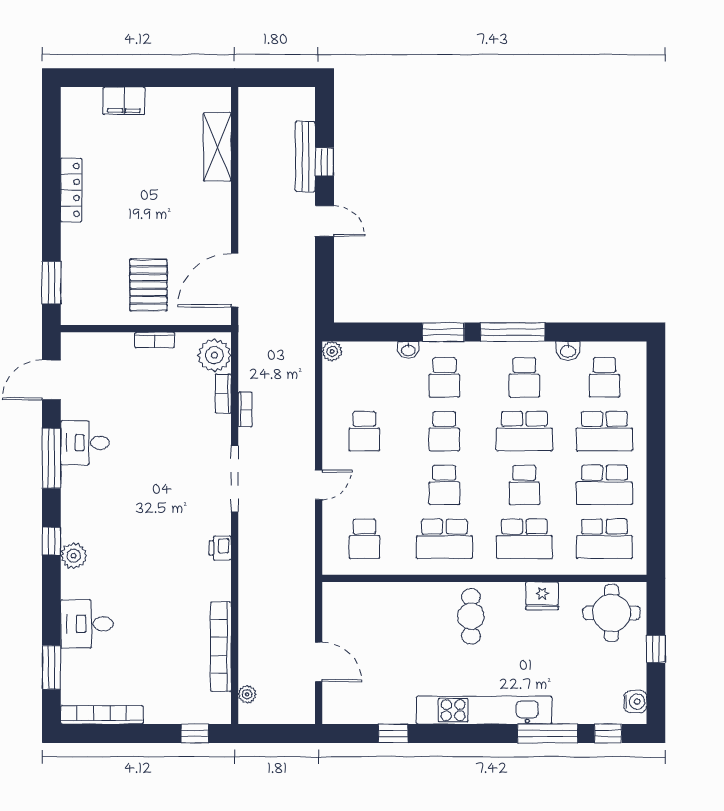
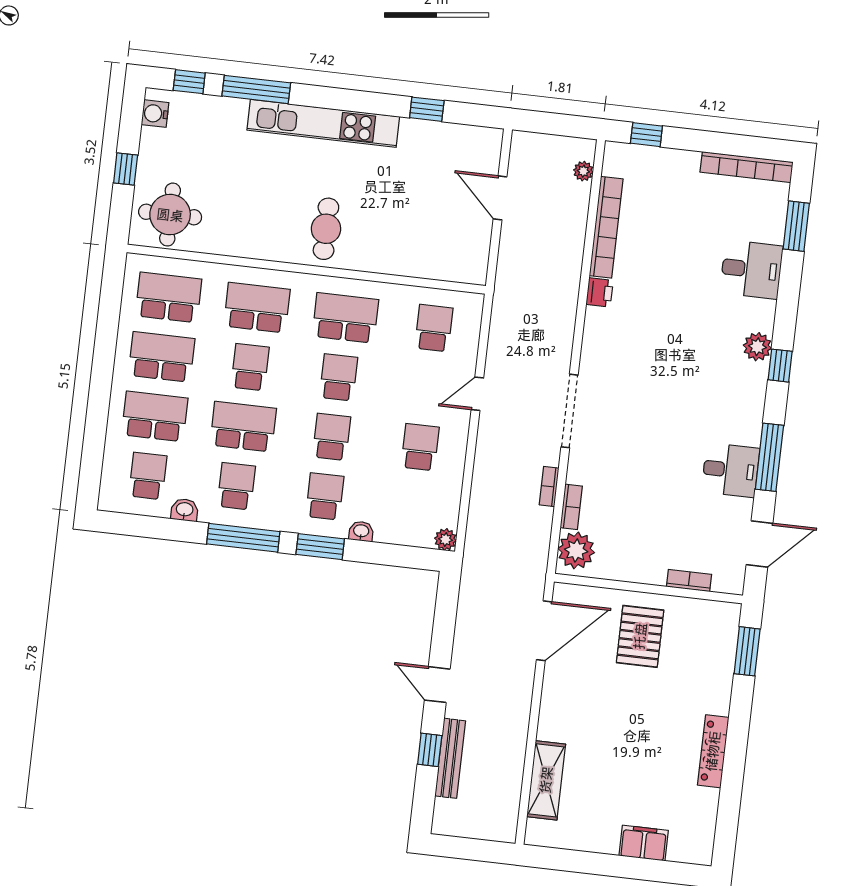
bookcase: (155, 340) -> (689, 581), moved
printer: (220, 548) -> (600, 292), moved
fridge: (542, 596) -> (245, 242), removed

